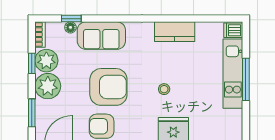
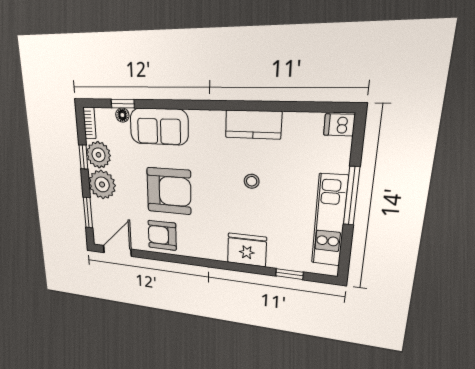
kitchen unit: (233, 74) -> (330, 220), moved
stool: (164, 89) -> (252, 181), moved

